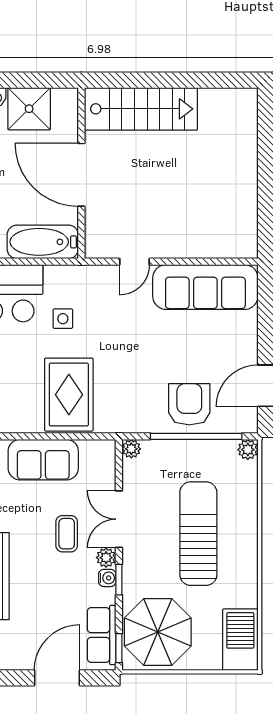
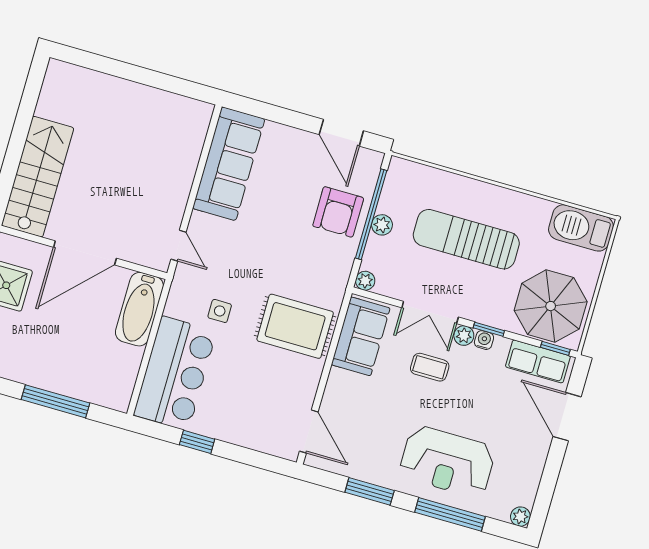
door: (135, 262) -> (178, 246), moved
armchair: (189, 404) -> (338, 212), turned -90
plant: (248, 450) -> (382, 225), moved
sofa: (43, 460) -> (361, 336), moved

